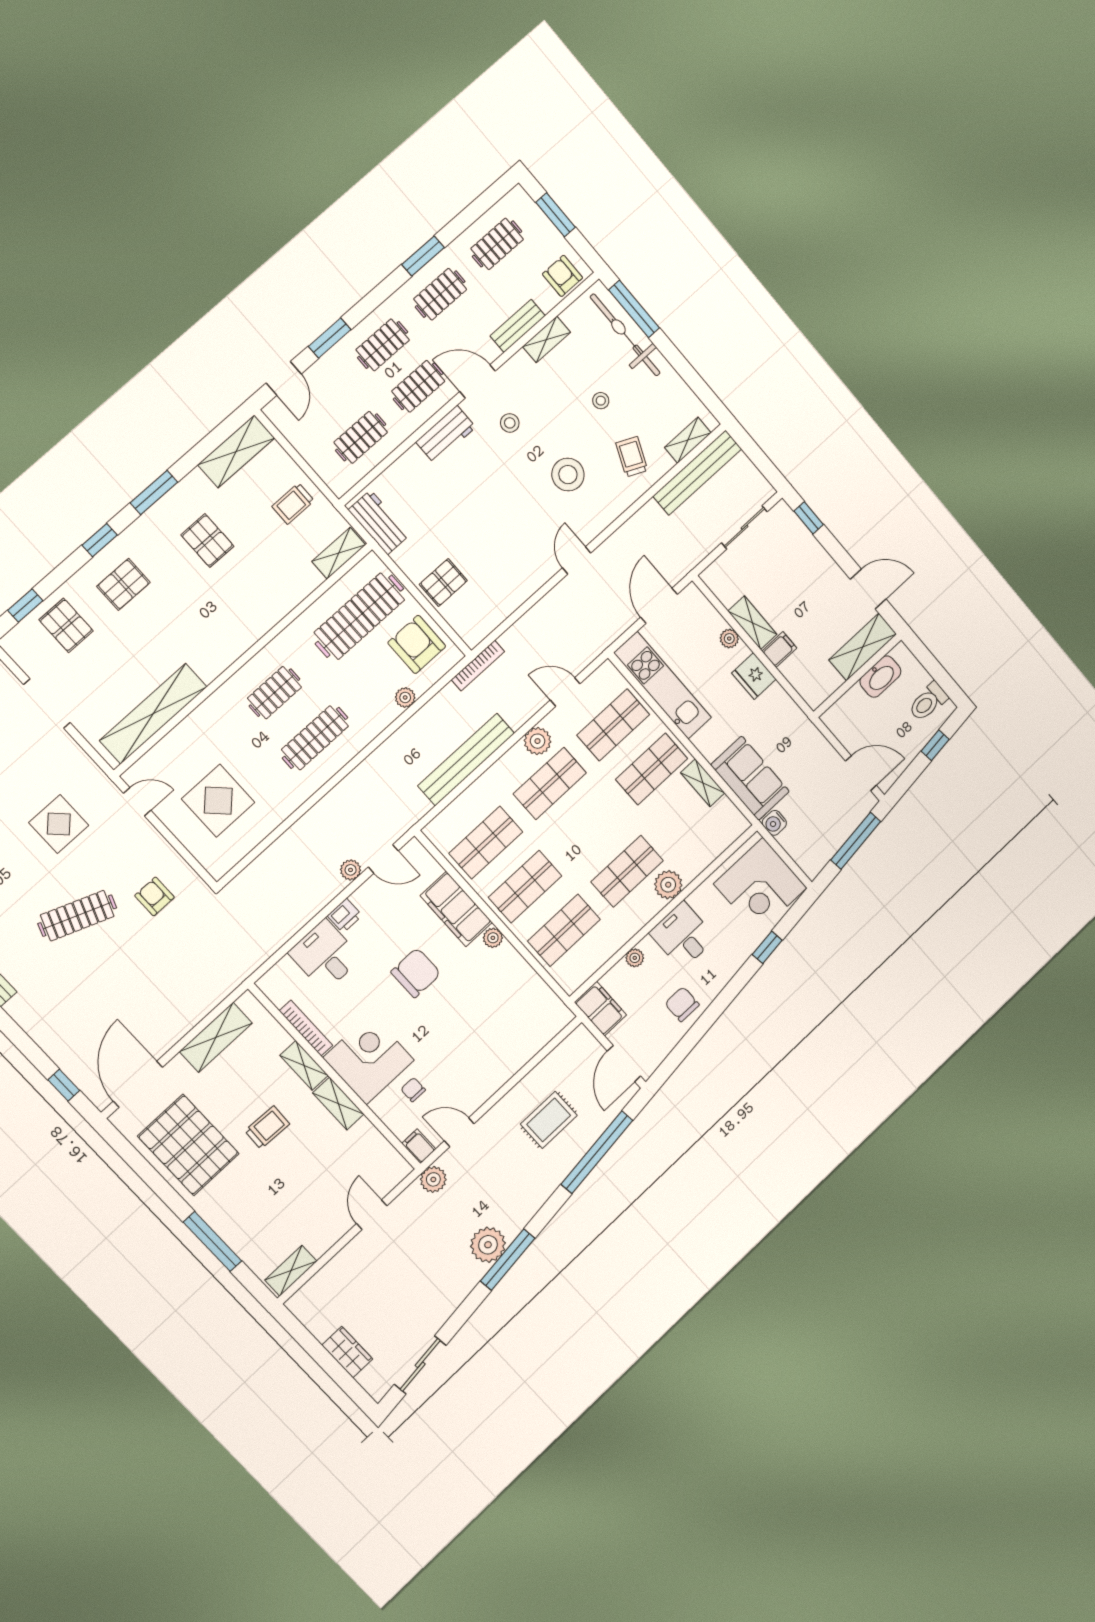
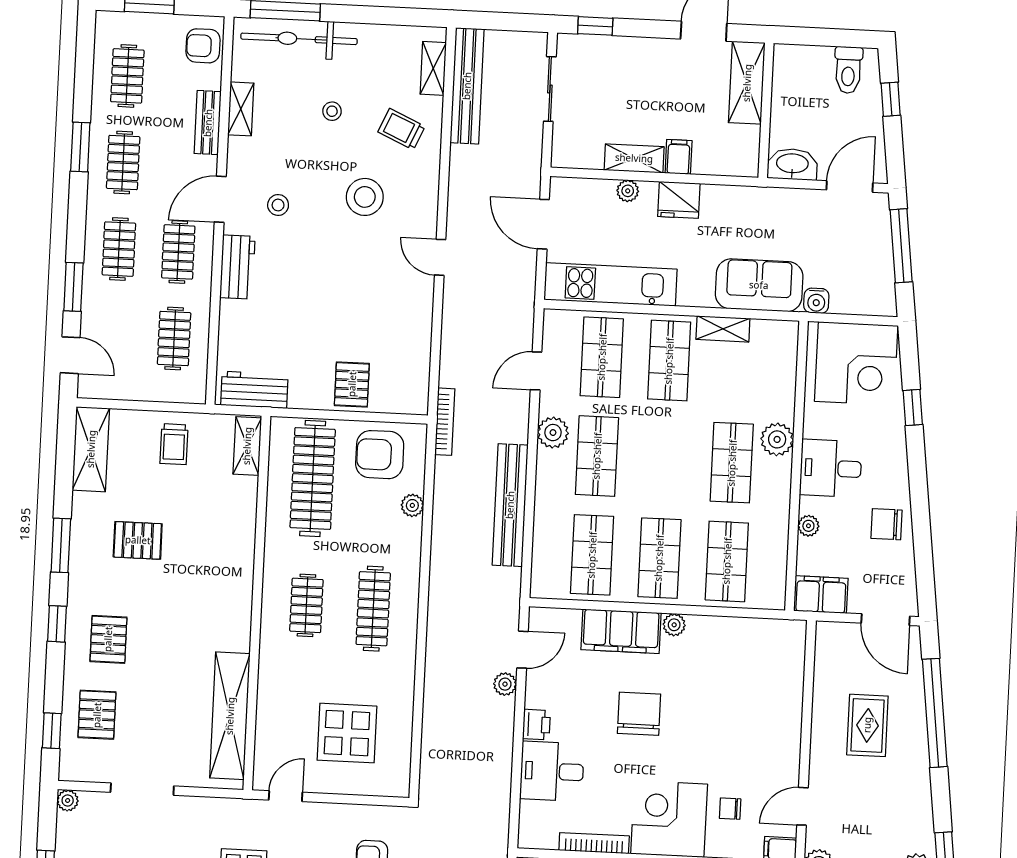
pallet: (66, 625) -> (97, 715), turned 90
washbasin: (880, 677) -> (792, 164), moved, turned -90

